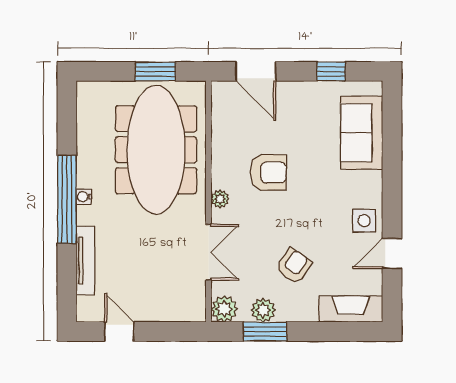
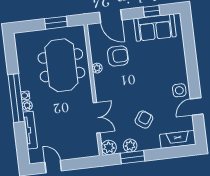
sofa: (362, 133) -> (155, 28), moved, turned -90
meeting table: (156, 150) -> (61, 65), width x0.73
armchair: (268, 172) -> (118, 56), moved
plant: (220, 199) -> (97, 68), moved
plant: (85, 215) -> (27, 106), added

